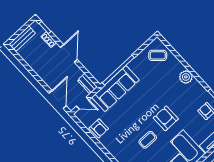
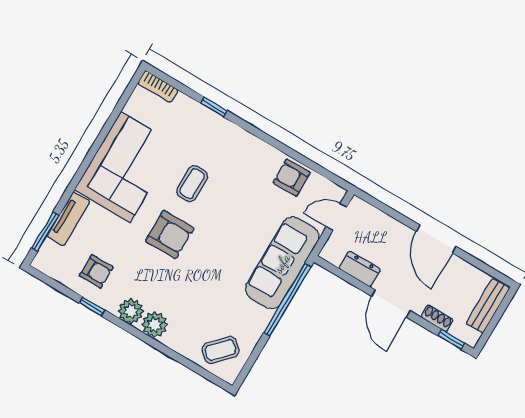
dresser: (87, 84) -> (360, 269), moved
plant: (195, 87) -> (131, 311), added
door: (58, 100) -> (436, 239), moved

